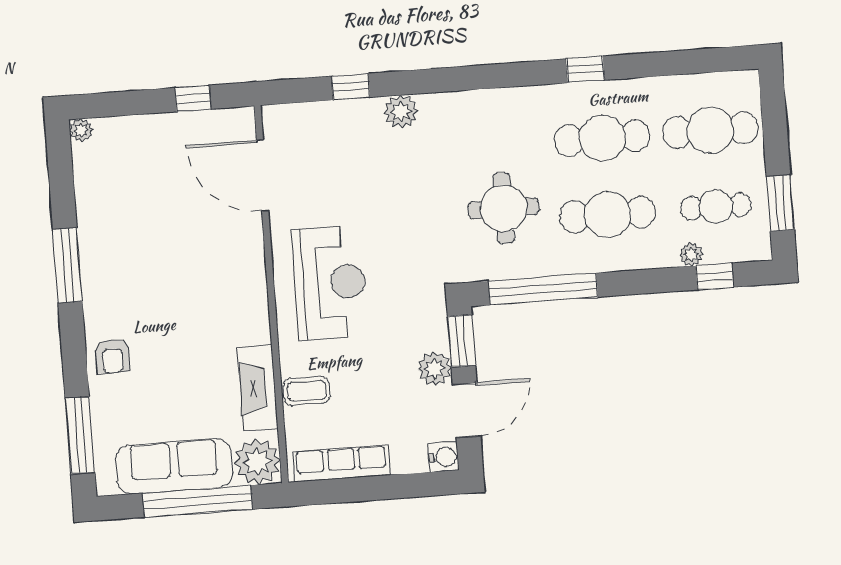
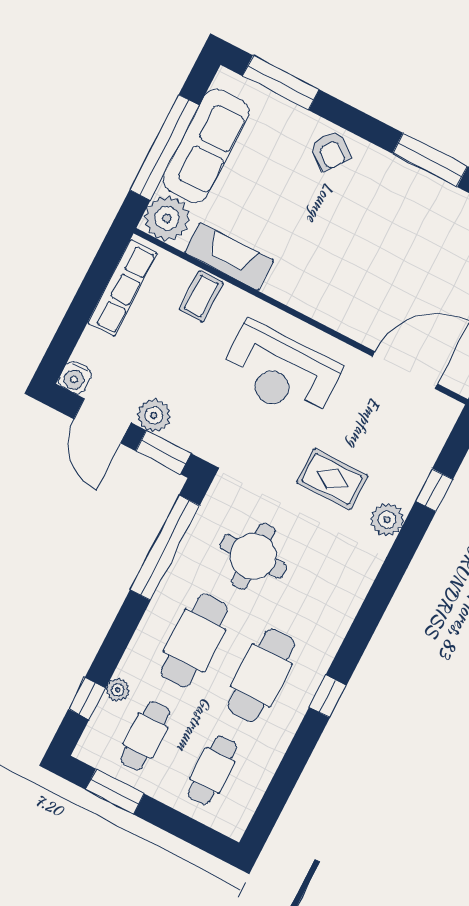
cafe table: (710, 130) -> (212, 770), width x0.73, depth x0.74
rug: (395, 181) -> (332, 479), added
armchair: (112, 356) -> (330, 151), turned -142

